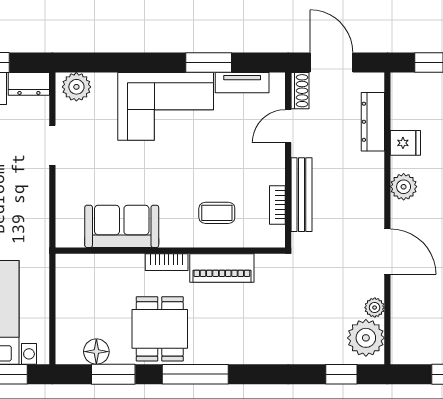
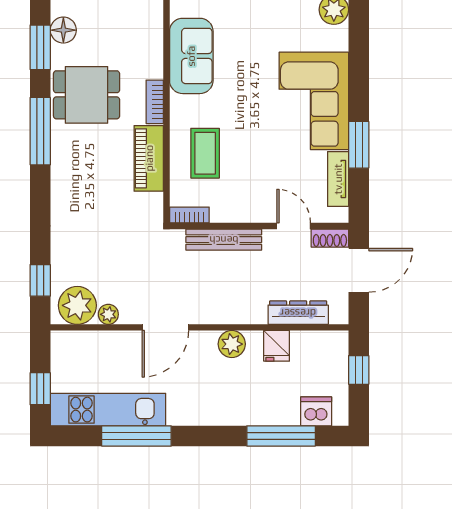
bookcase: (277, 205) -> (189, 215), moved
coffee table: (217, 213) -> (205, 153), width x1.36, depth x1.30

